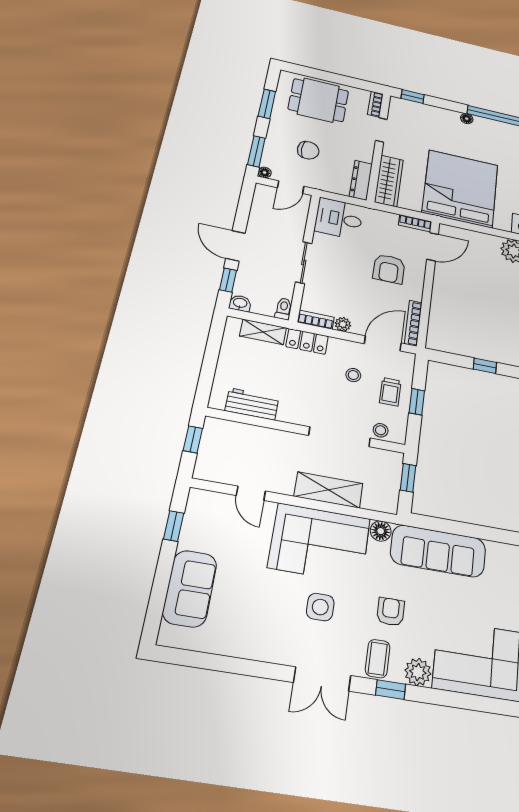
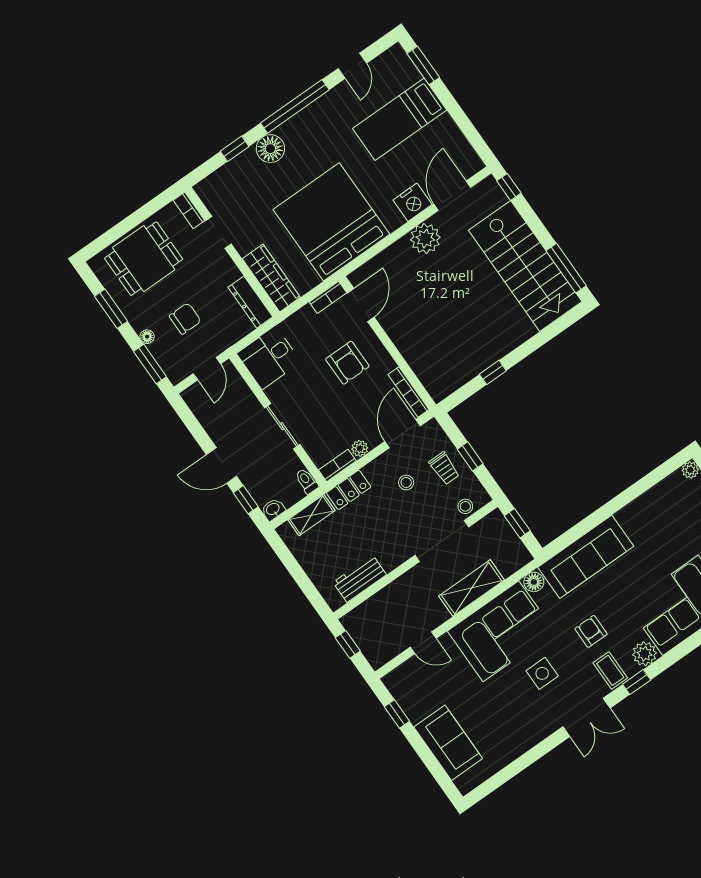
window: (413, 97) -> (235, 149), moved
floor lamp: (467, 119) -> (270, 149), width x1.89, depth x1.89
floor lamp: (265, 172) -> (147, 337), moved

